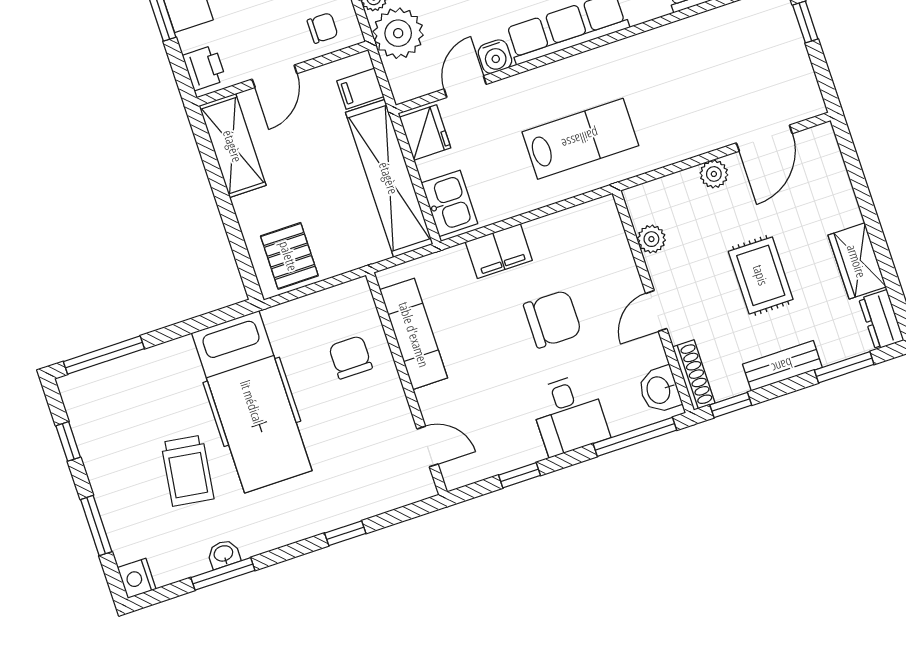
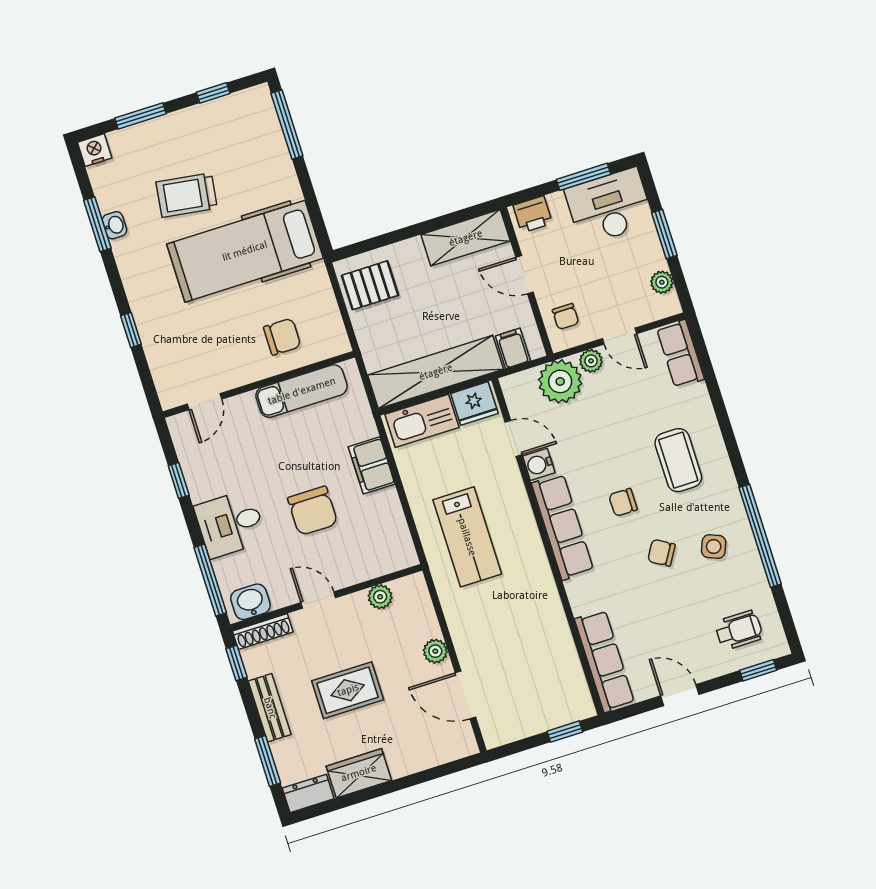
kitchen sink: (450, 203) -> (422, 421), width x1.38

